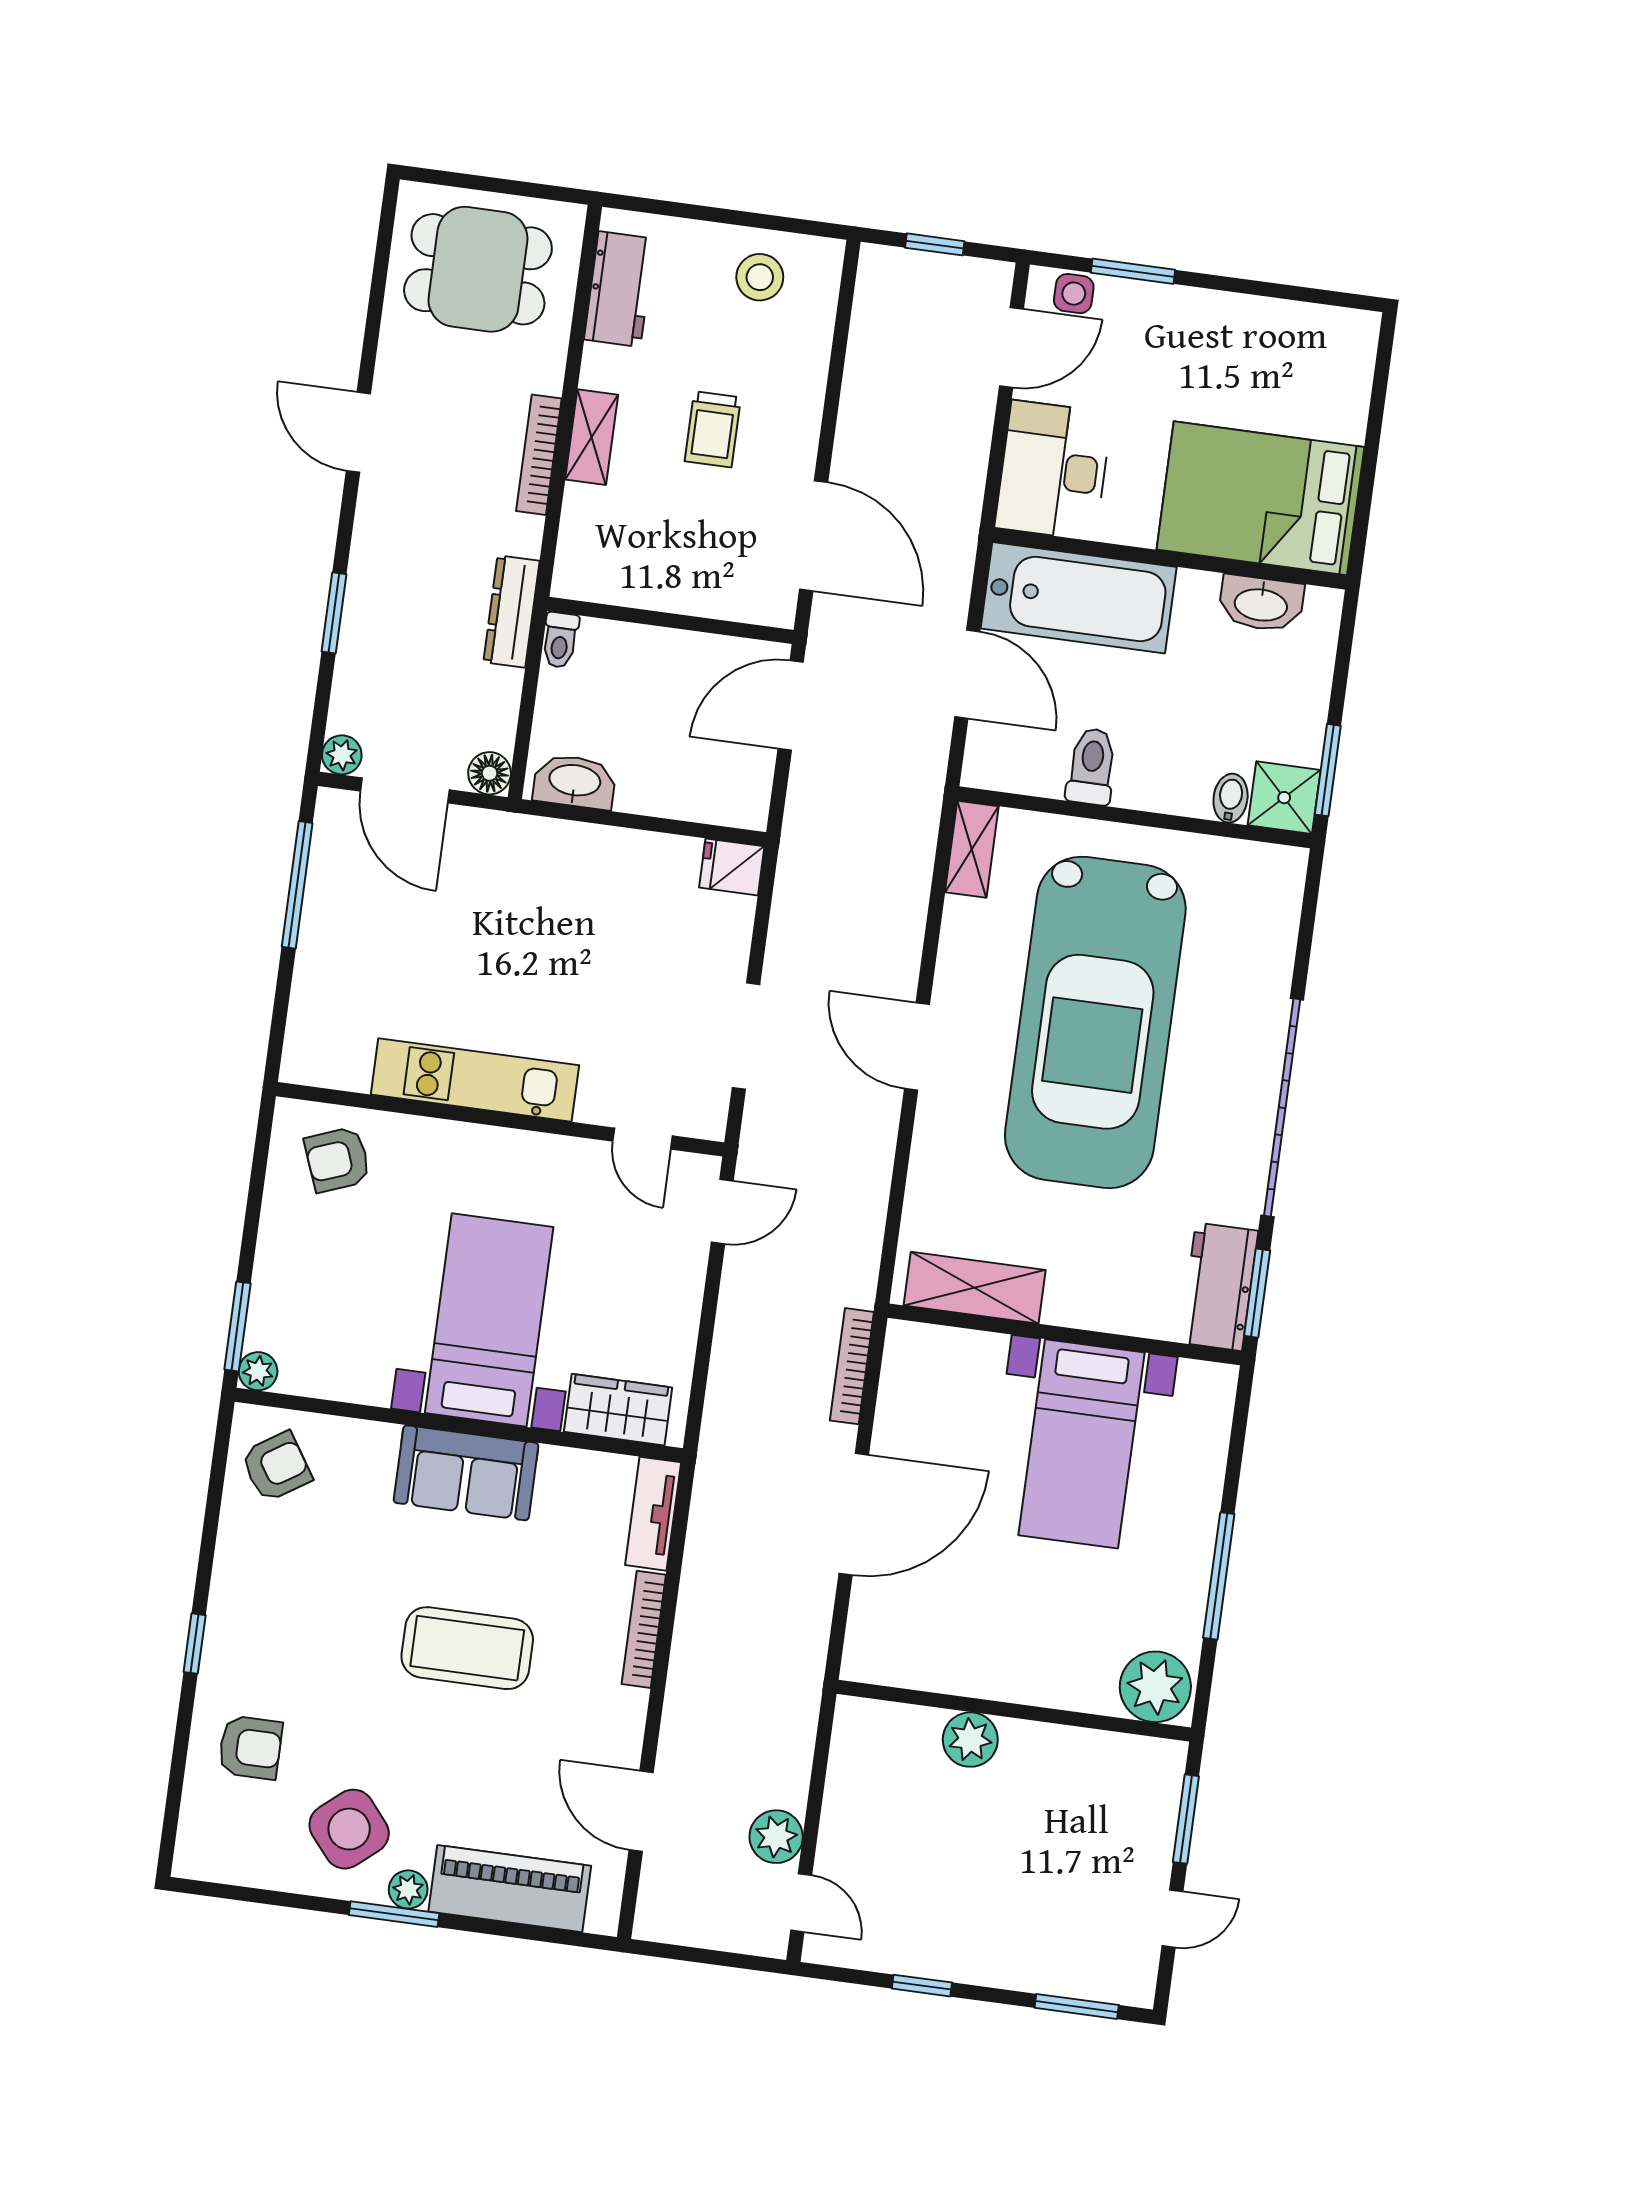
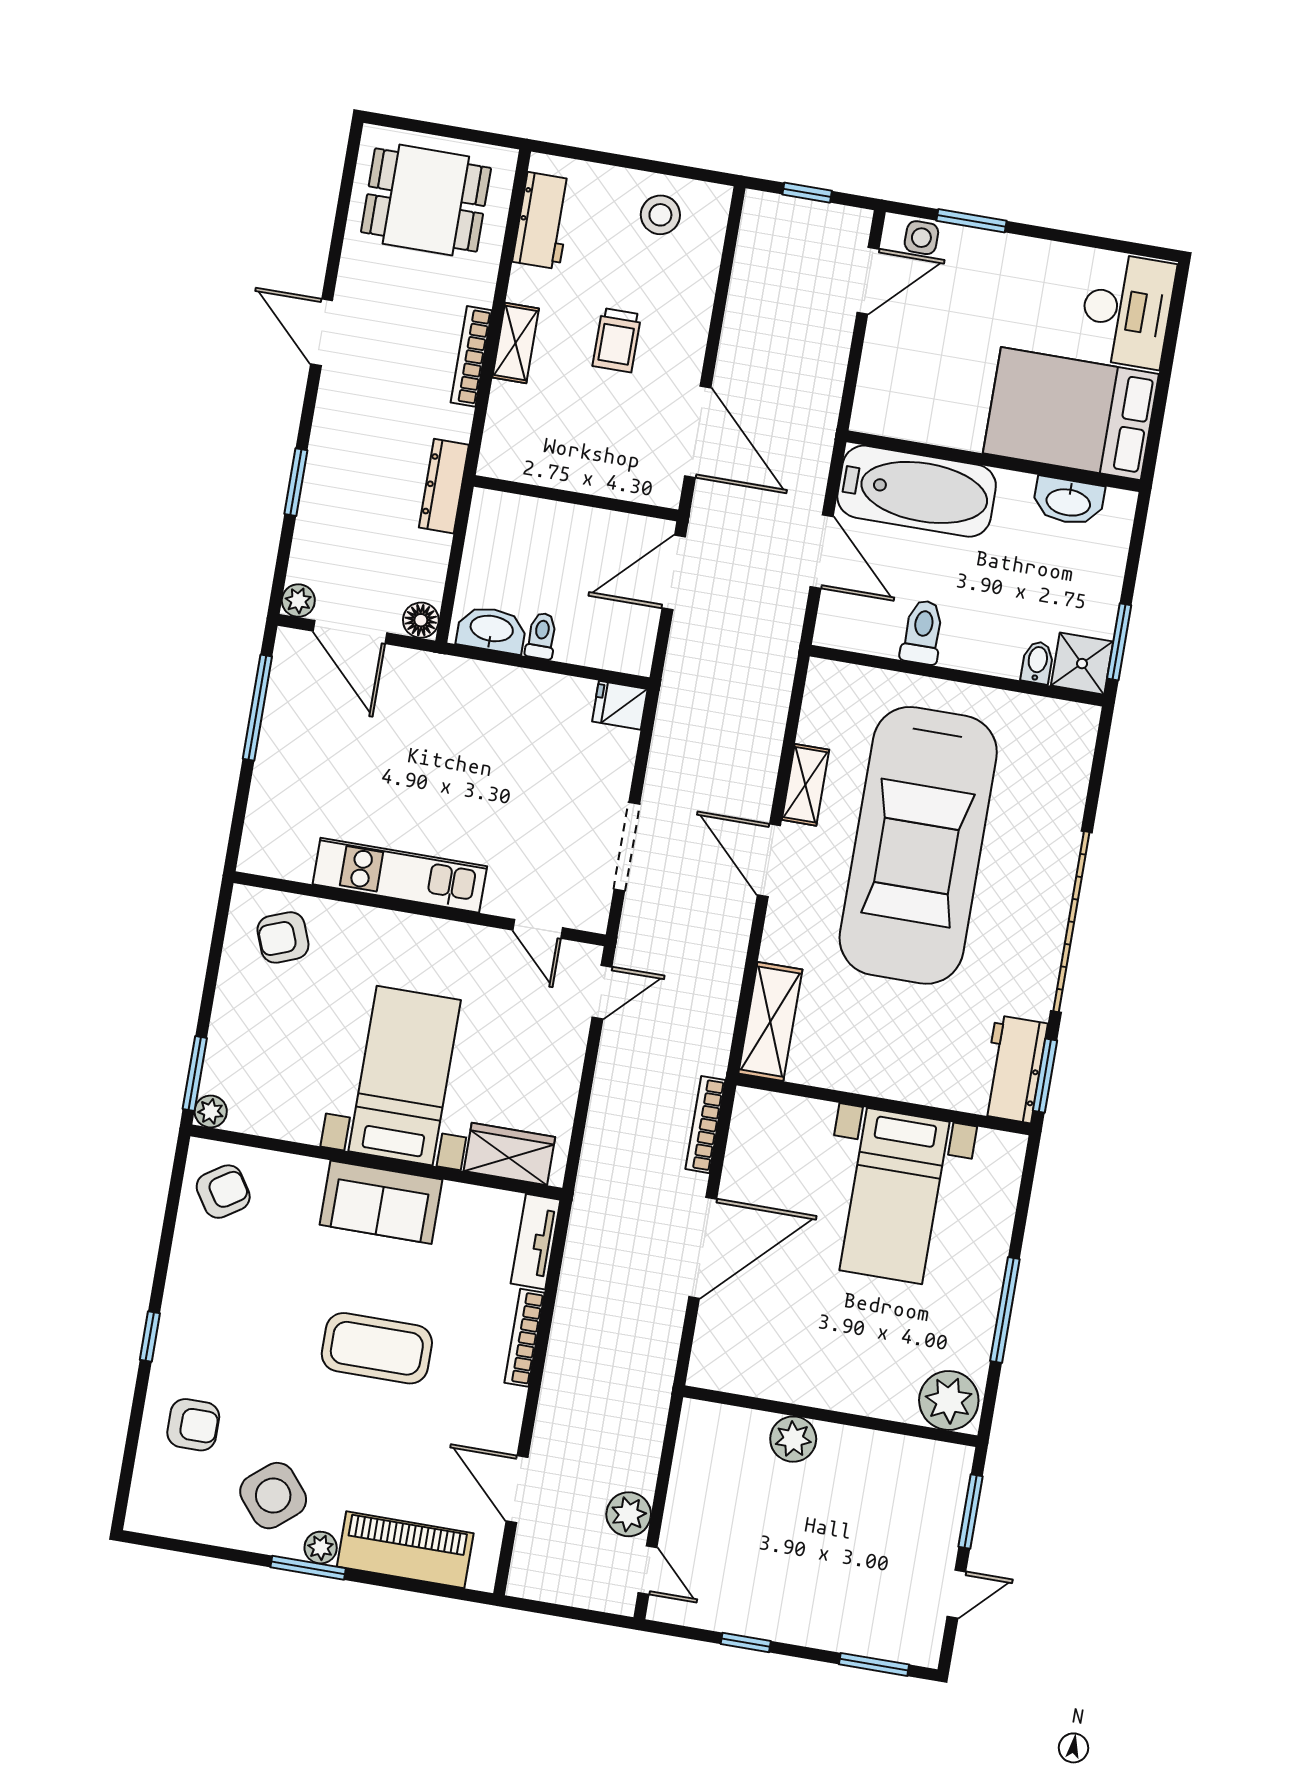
desk: (1053, 470) -> (1127, 310), moved, turned 180
toilet: (560, 640) -> (541, 636), moved, turned 180
shelving: (972, 849) -> (805, 785), moved
shelving: (975, 1288) -> (770, 1022), moved, turned 90

